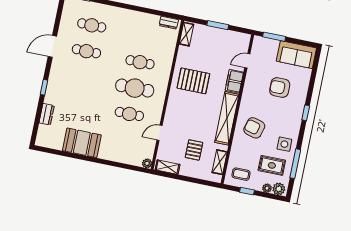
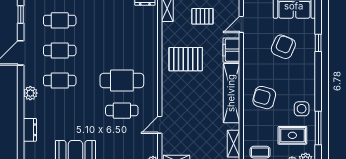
cafe table: (140, 62) -> (60, 81), moved
plant: (54, 83) -> (30, 93), added
window: (44, 87) -> (21, 15), moved
armchair: (280, 88) -> (283, 47), turned 113
window: (306, 113) -> (318, 43), moved
pallet: (194, 150) -> (202, 16), moved, turned 90

